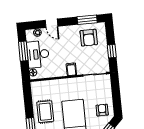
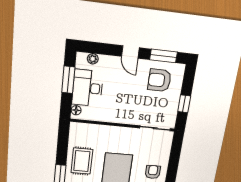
door: (52, 23) -> (130, 52), moved
armchair: (89, 38) -> (159, 80), turned 90
filing cabinet: (71, 69) -> (127, 116), removed

